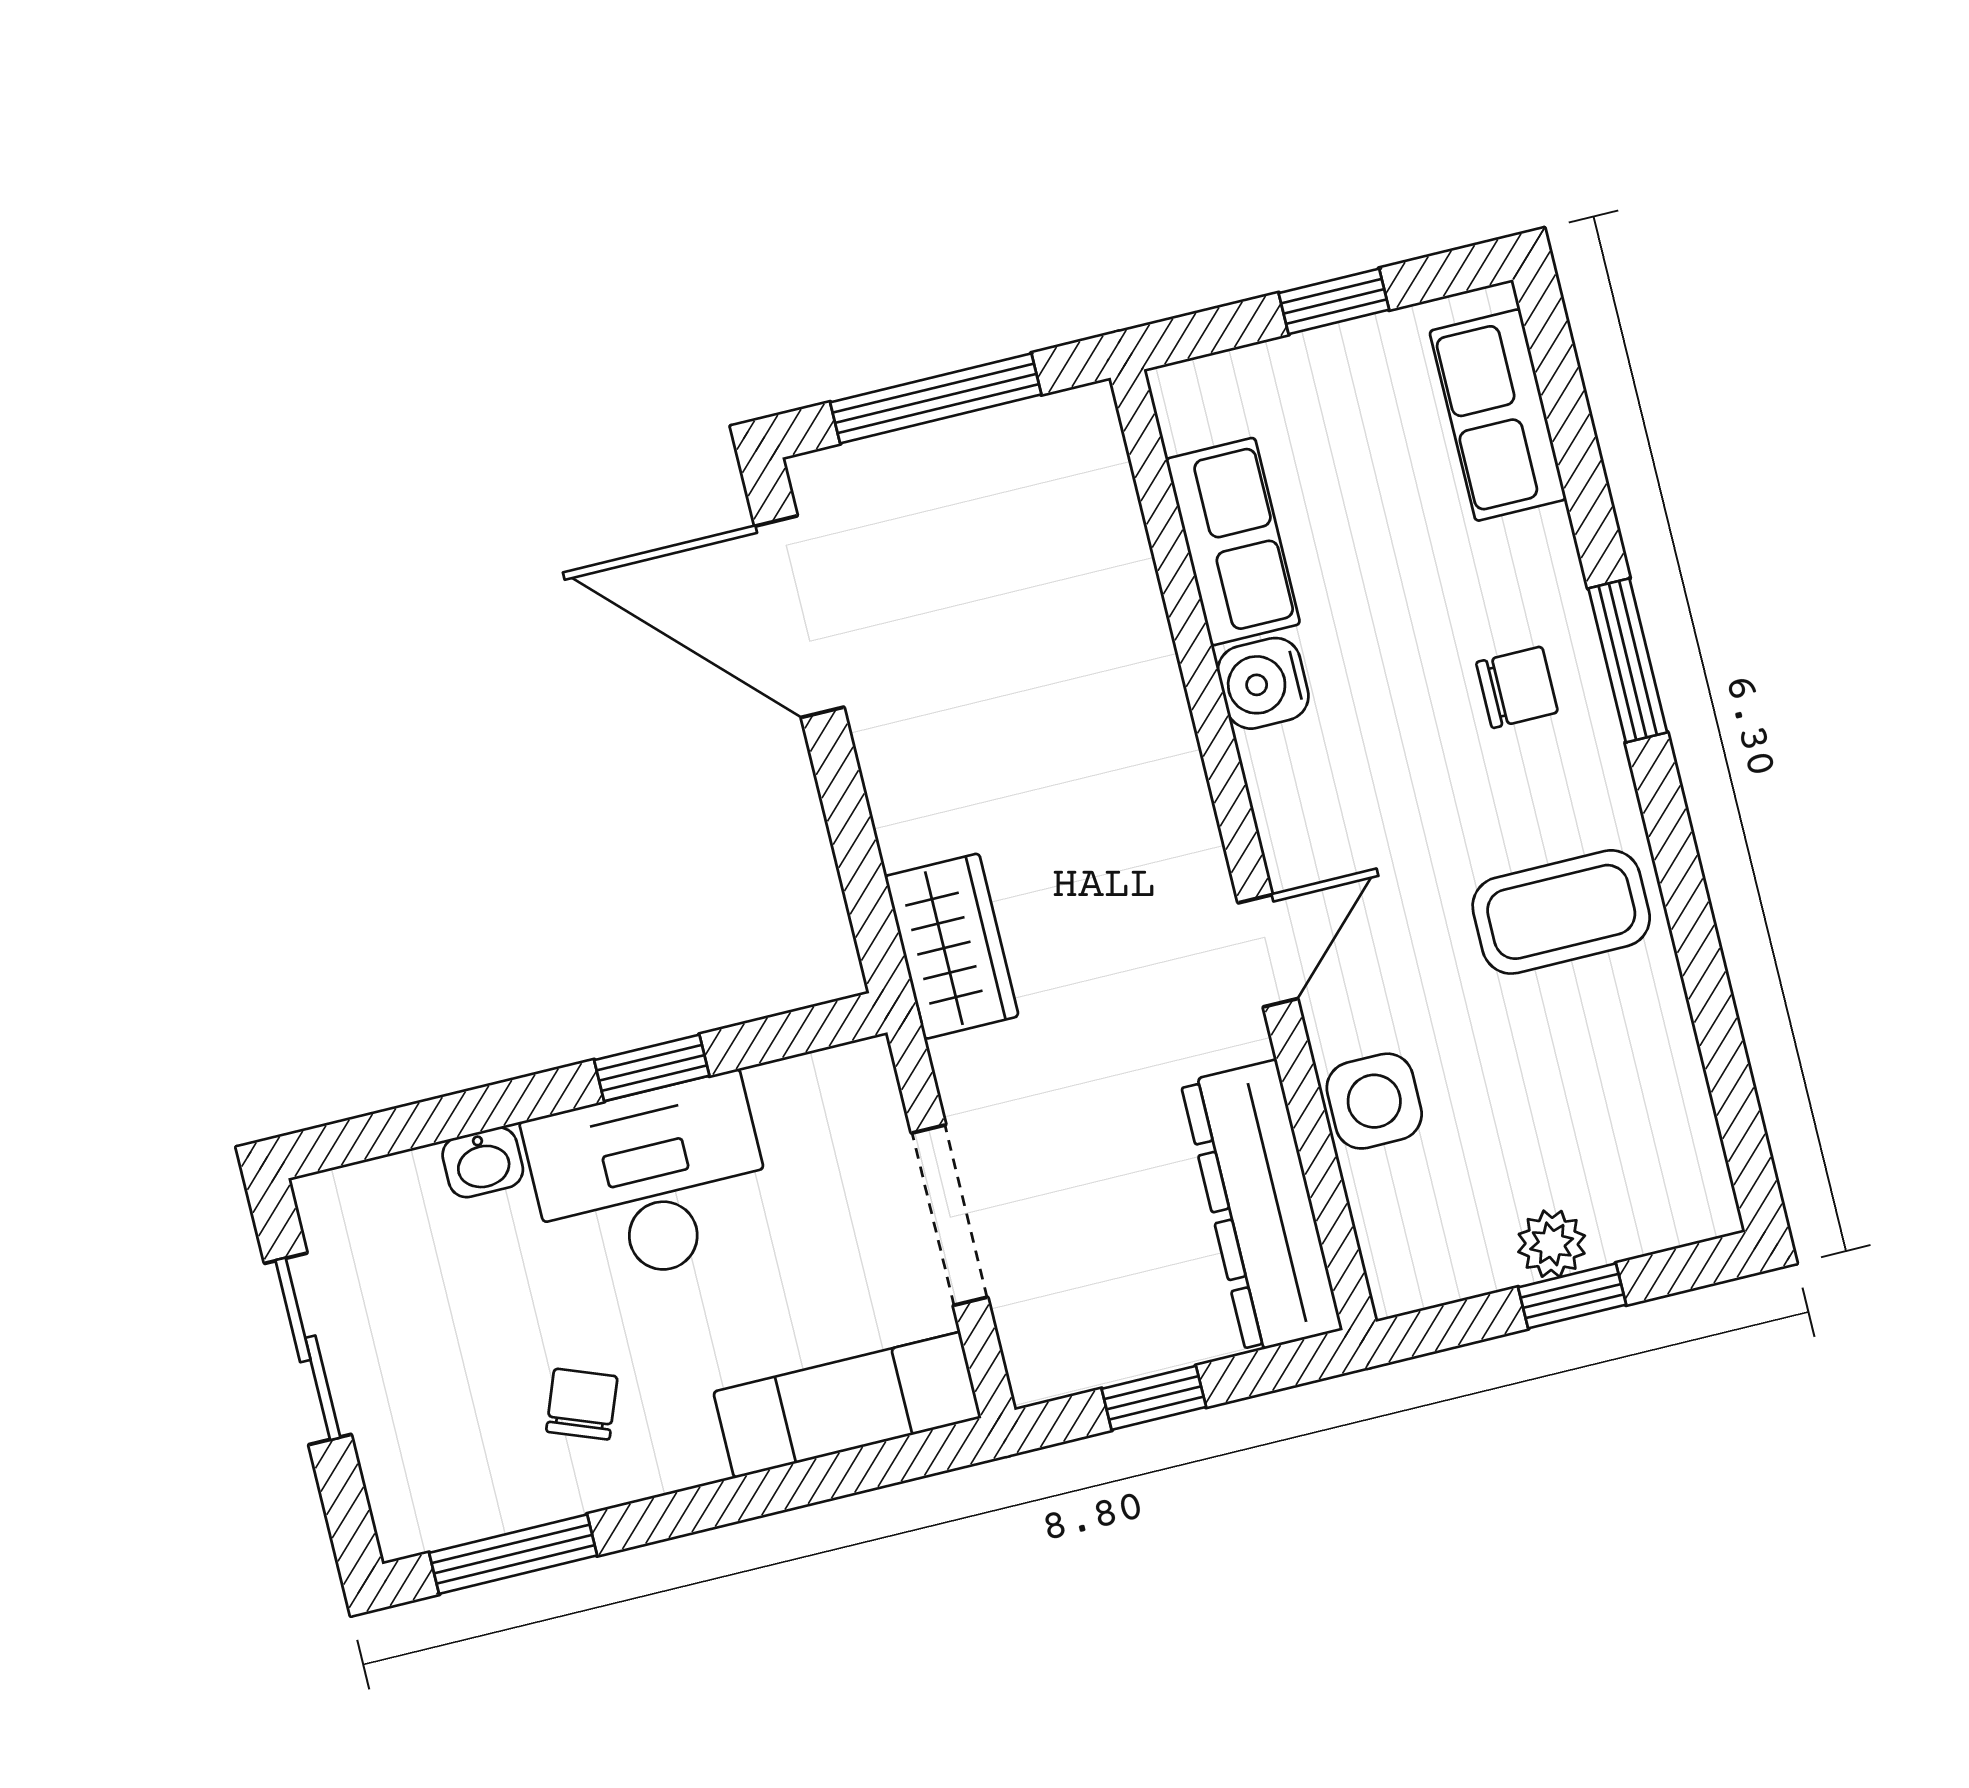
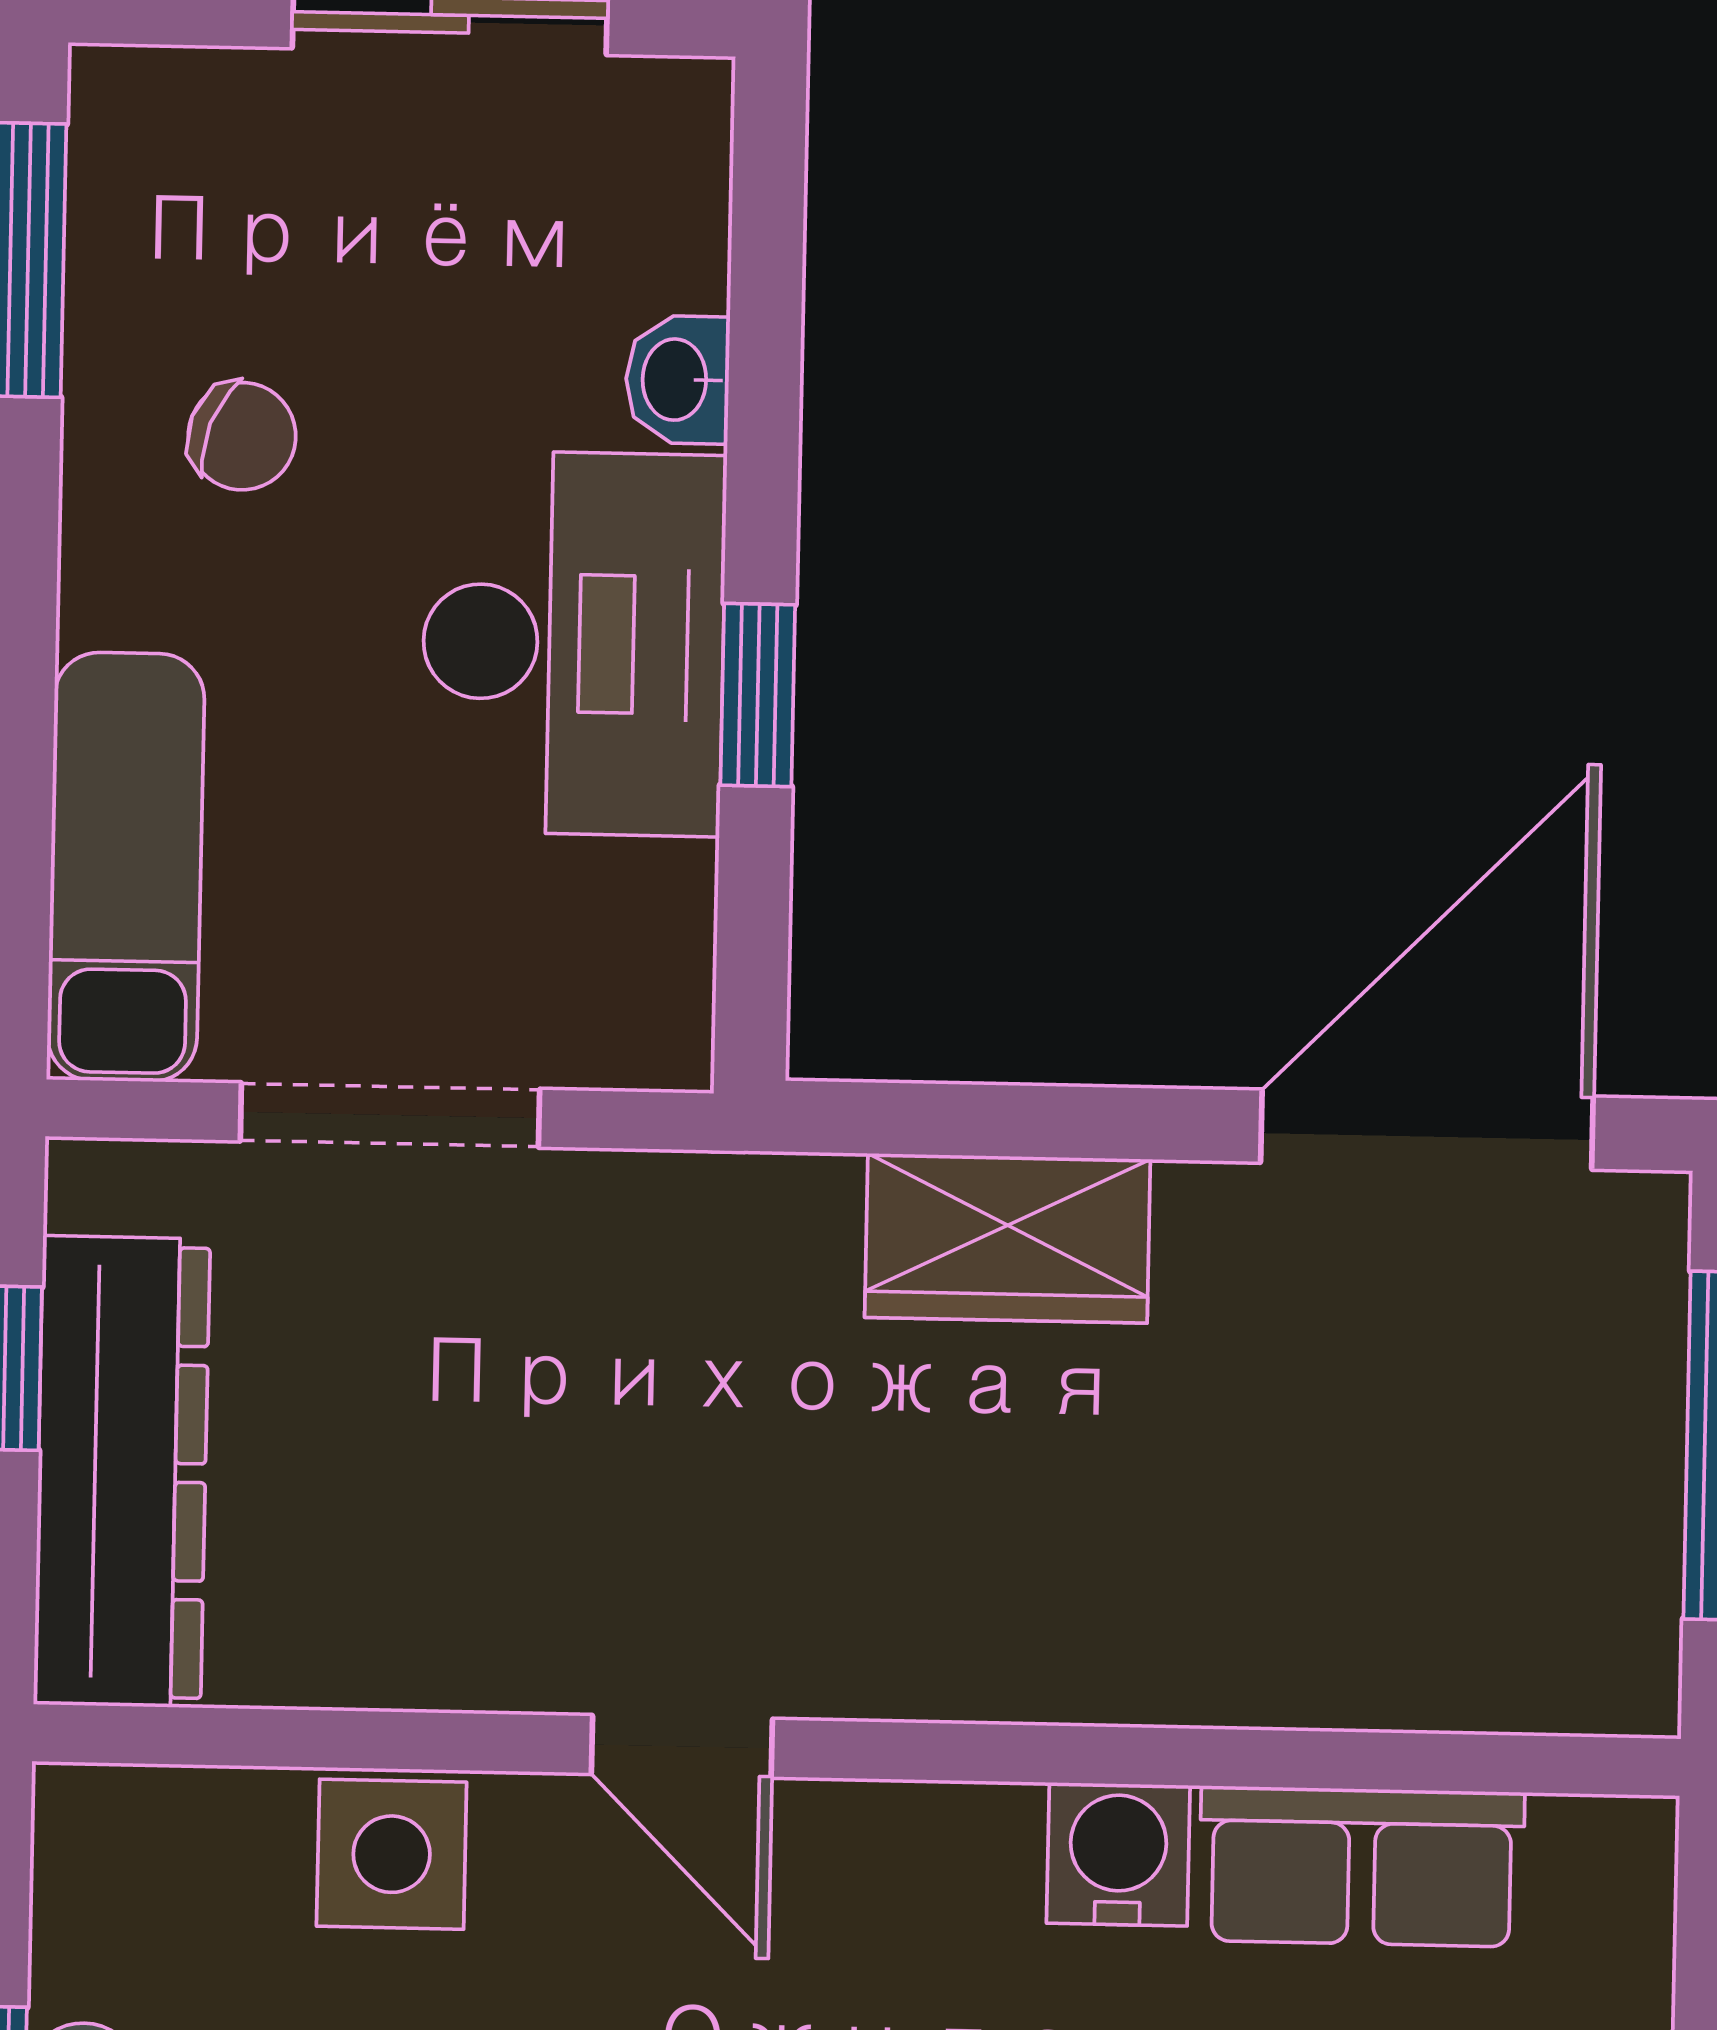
wardrobe: (952, 946) -> (1007, 1238), moved
dresser: (1262, 1206) -> (122, 1472), moved, turned 90

